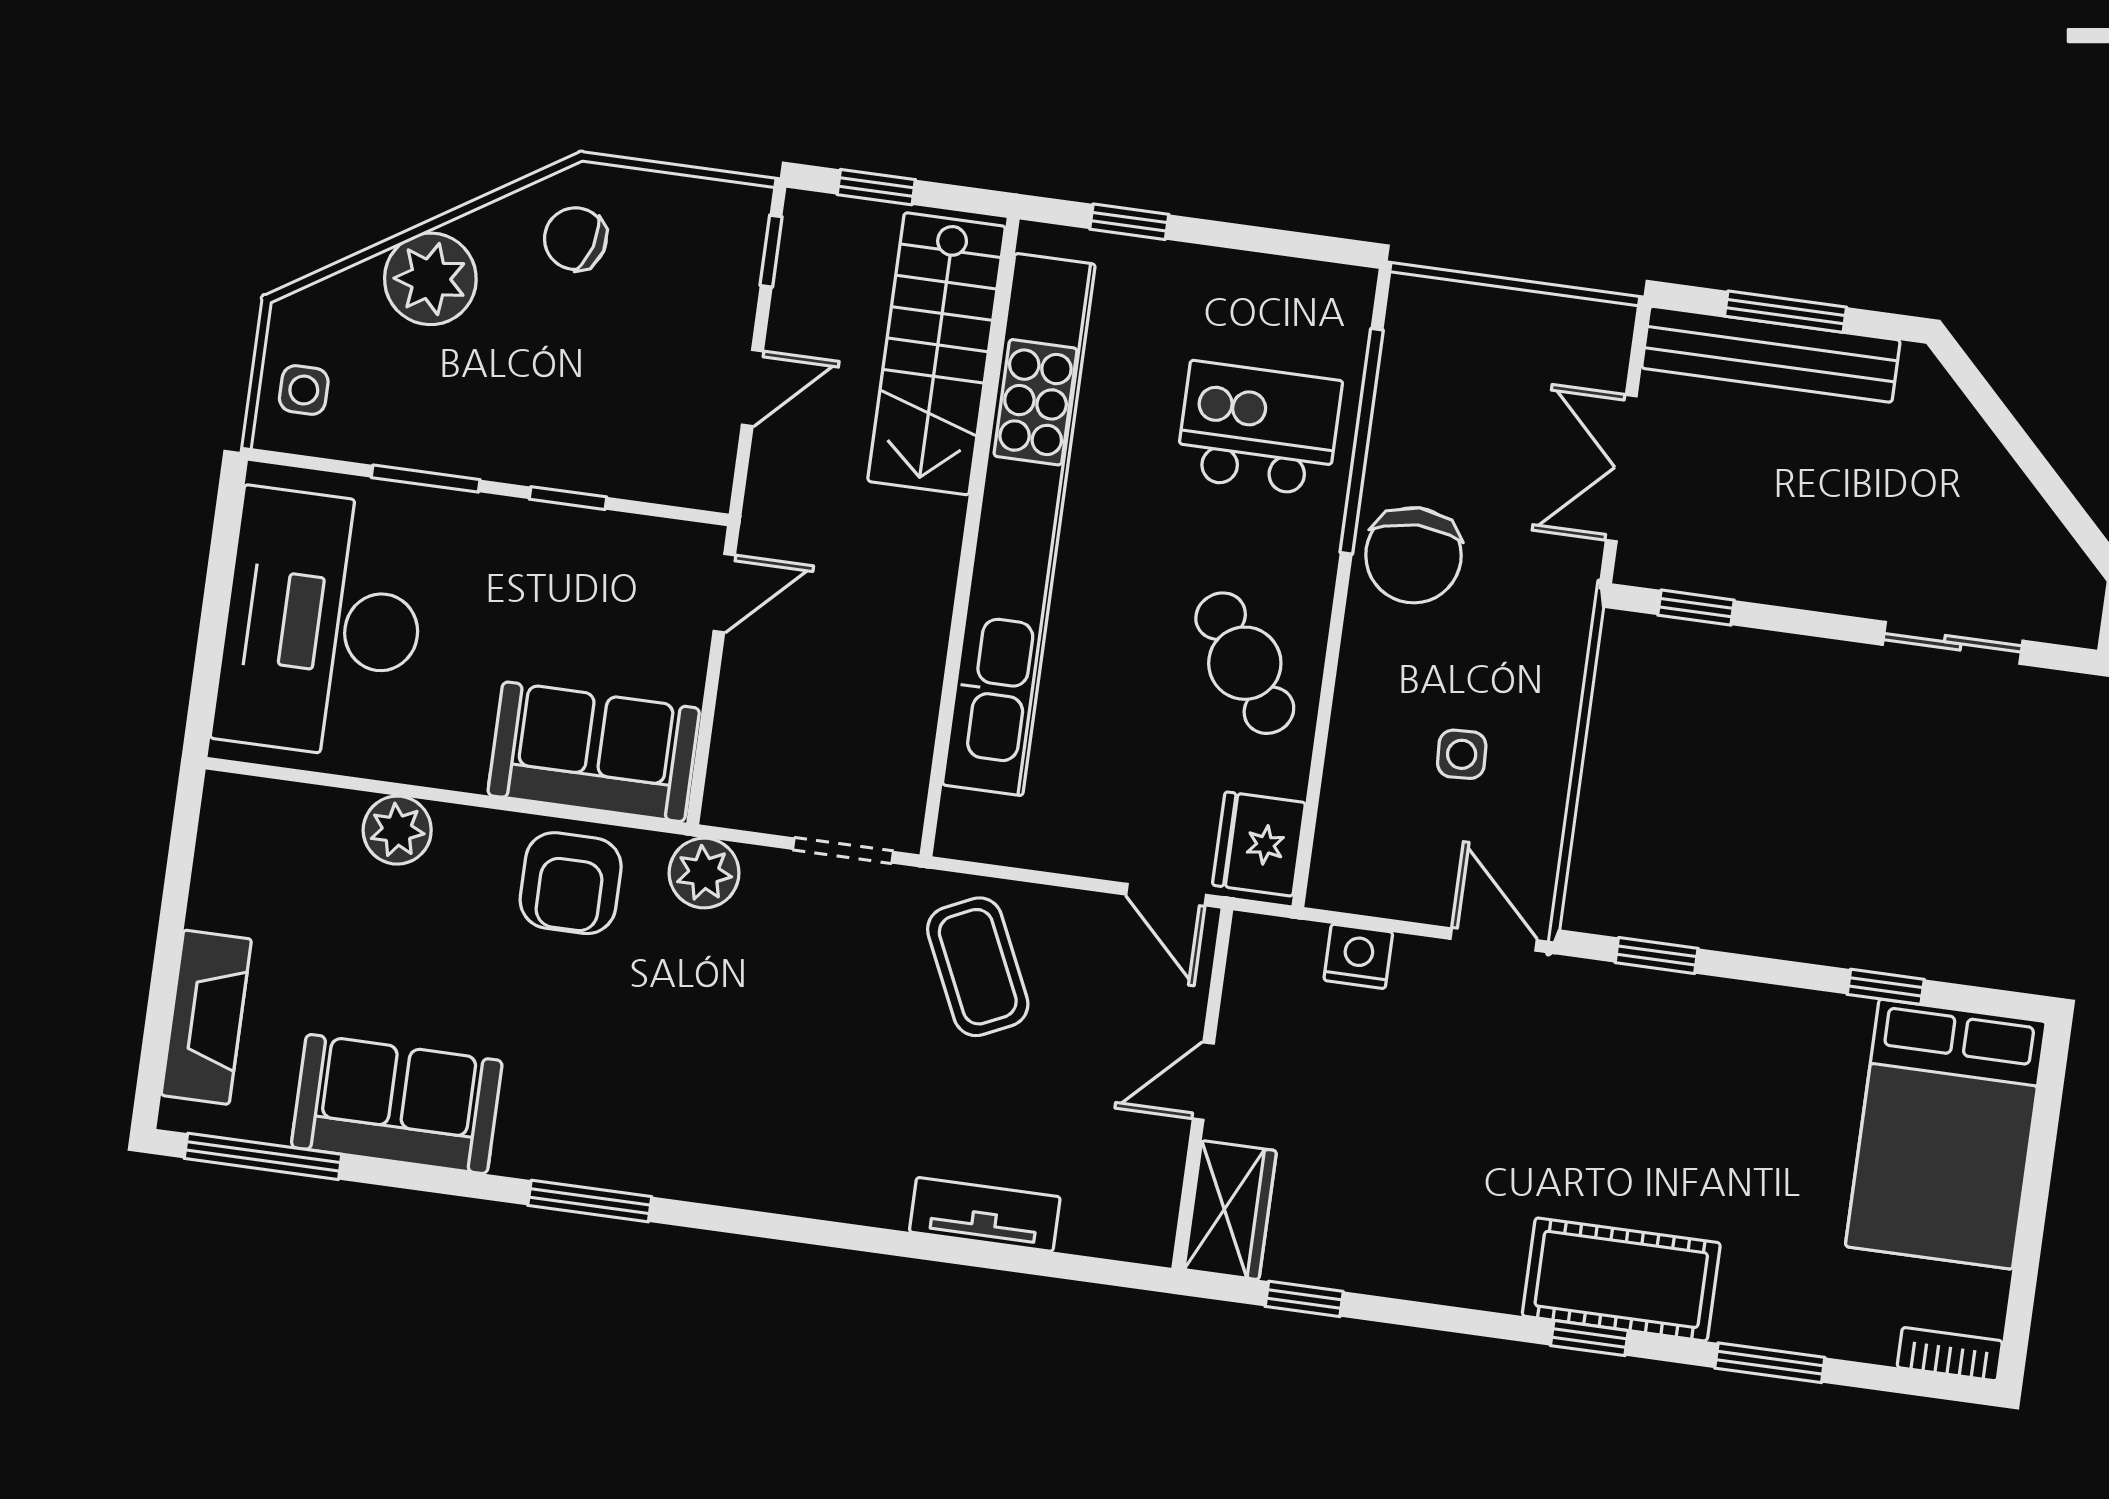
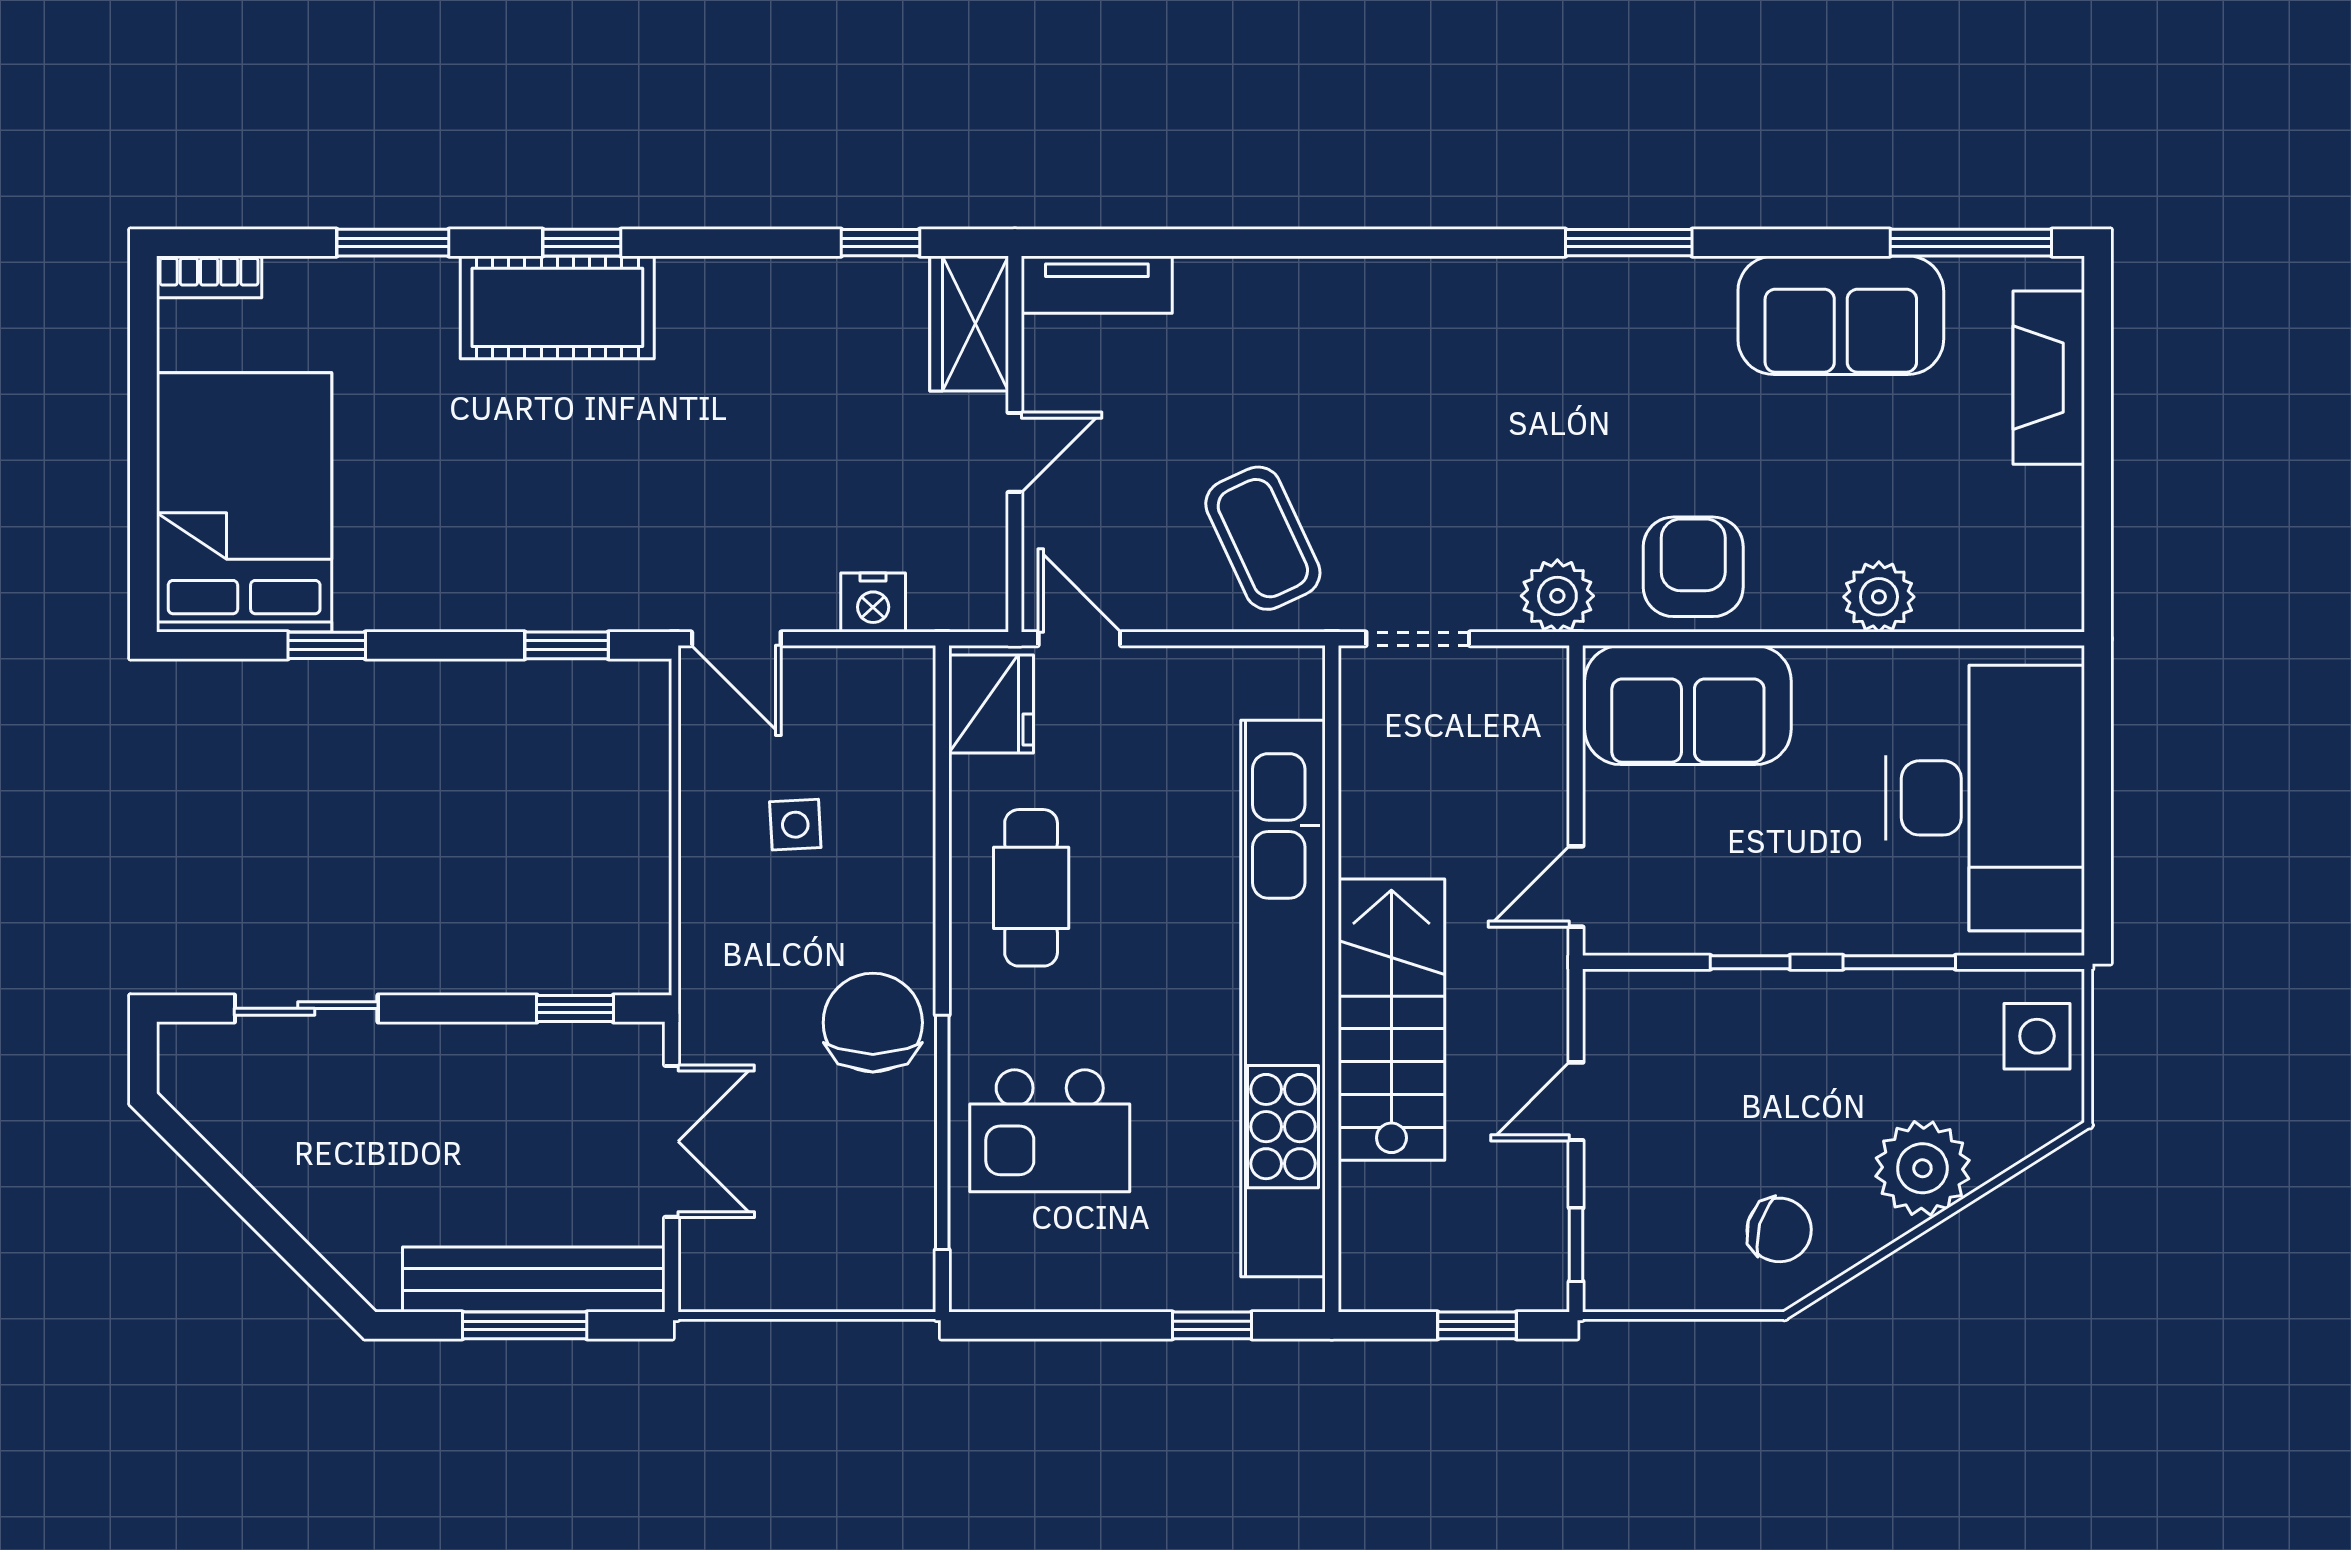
stairs: (937, 354) -> (1391, 1020), moved
side table: (304, 390) -> (2037, 1036), width x1.37, depth x1.37
cafe table: (1245, 663) -> (1031, 888), turned 35
tv unit: (985, 1214) -> (1097, 285), moved

